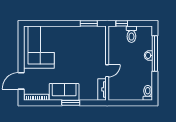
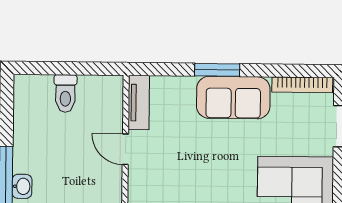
door: (107, 71) -> (125, 149), hinge flipped
toilet: (148, 93) -> (65, 93), moved

